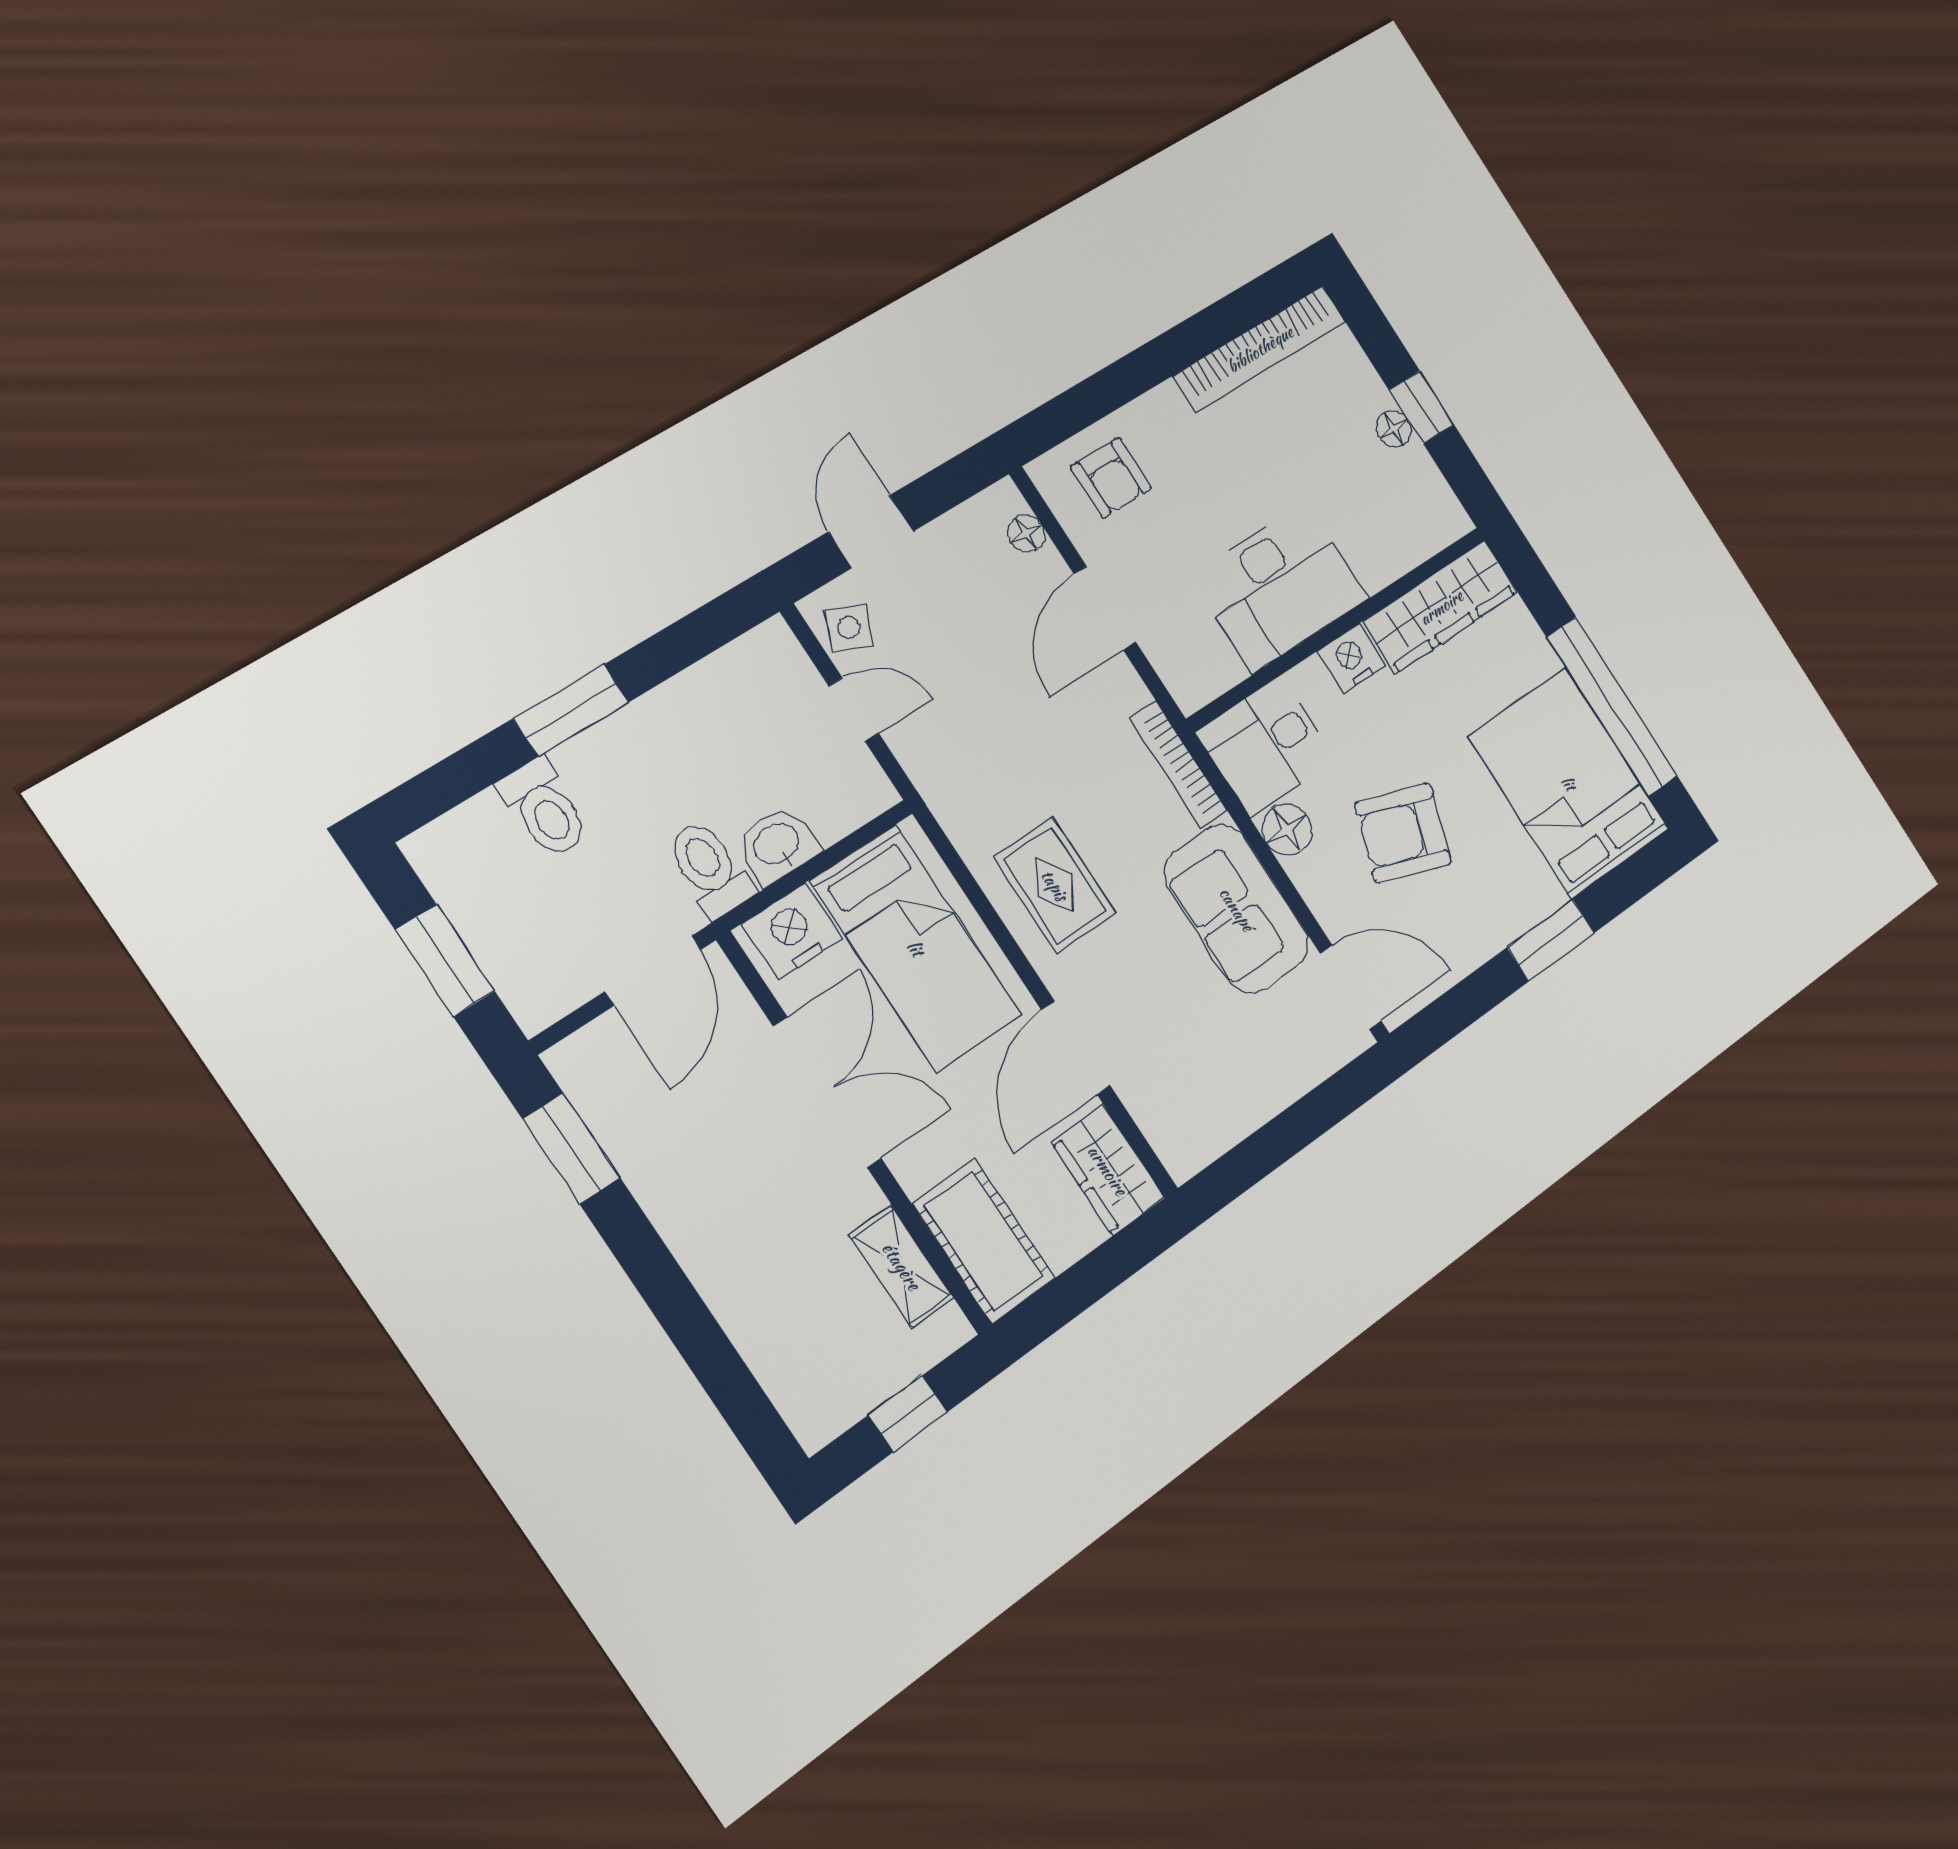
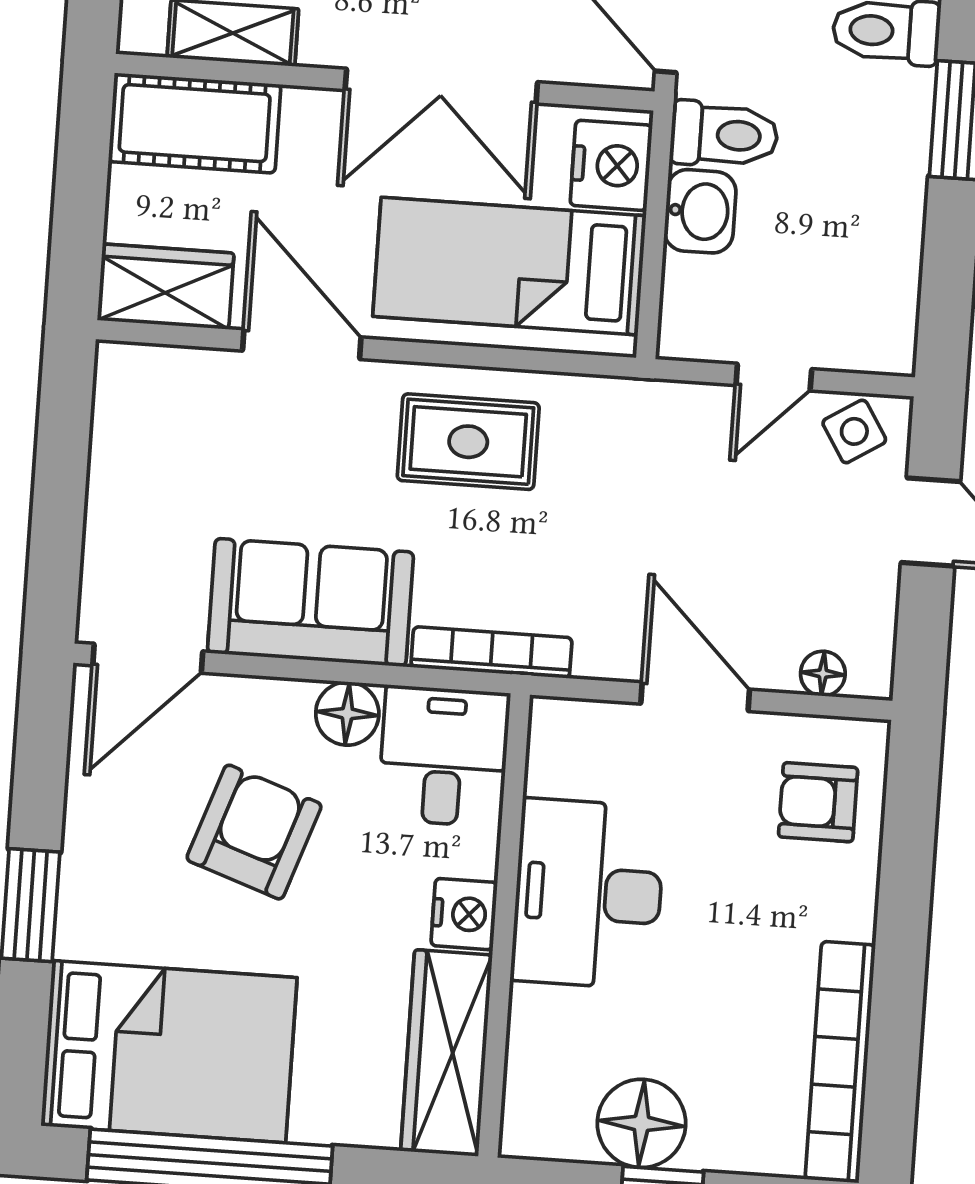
floor lamp: (1394, 429) -> (641, 1123), width x1.89, depth x1.89
side table: (849, 627) -> (854, 431), turned 35

